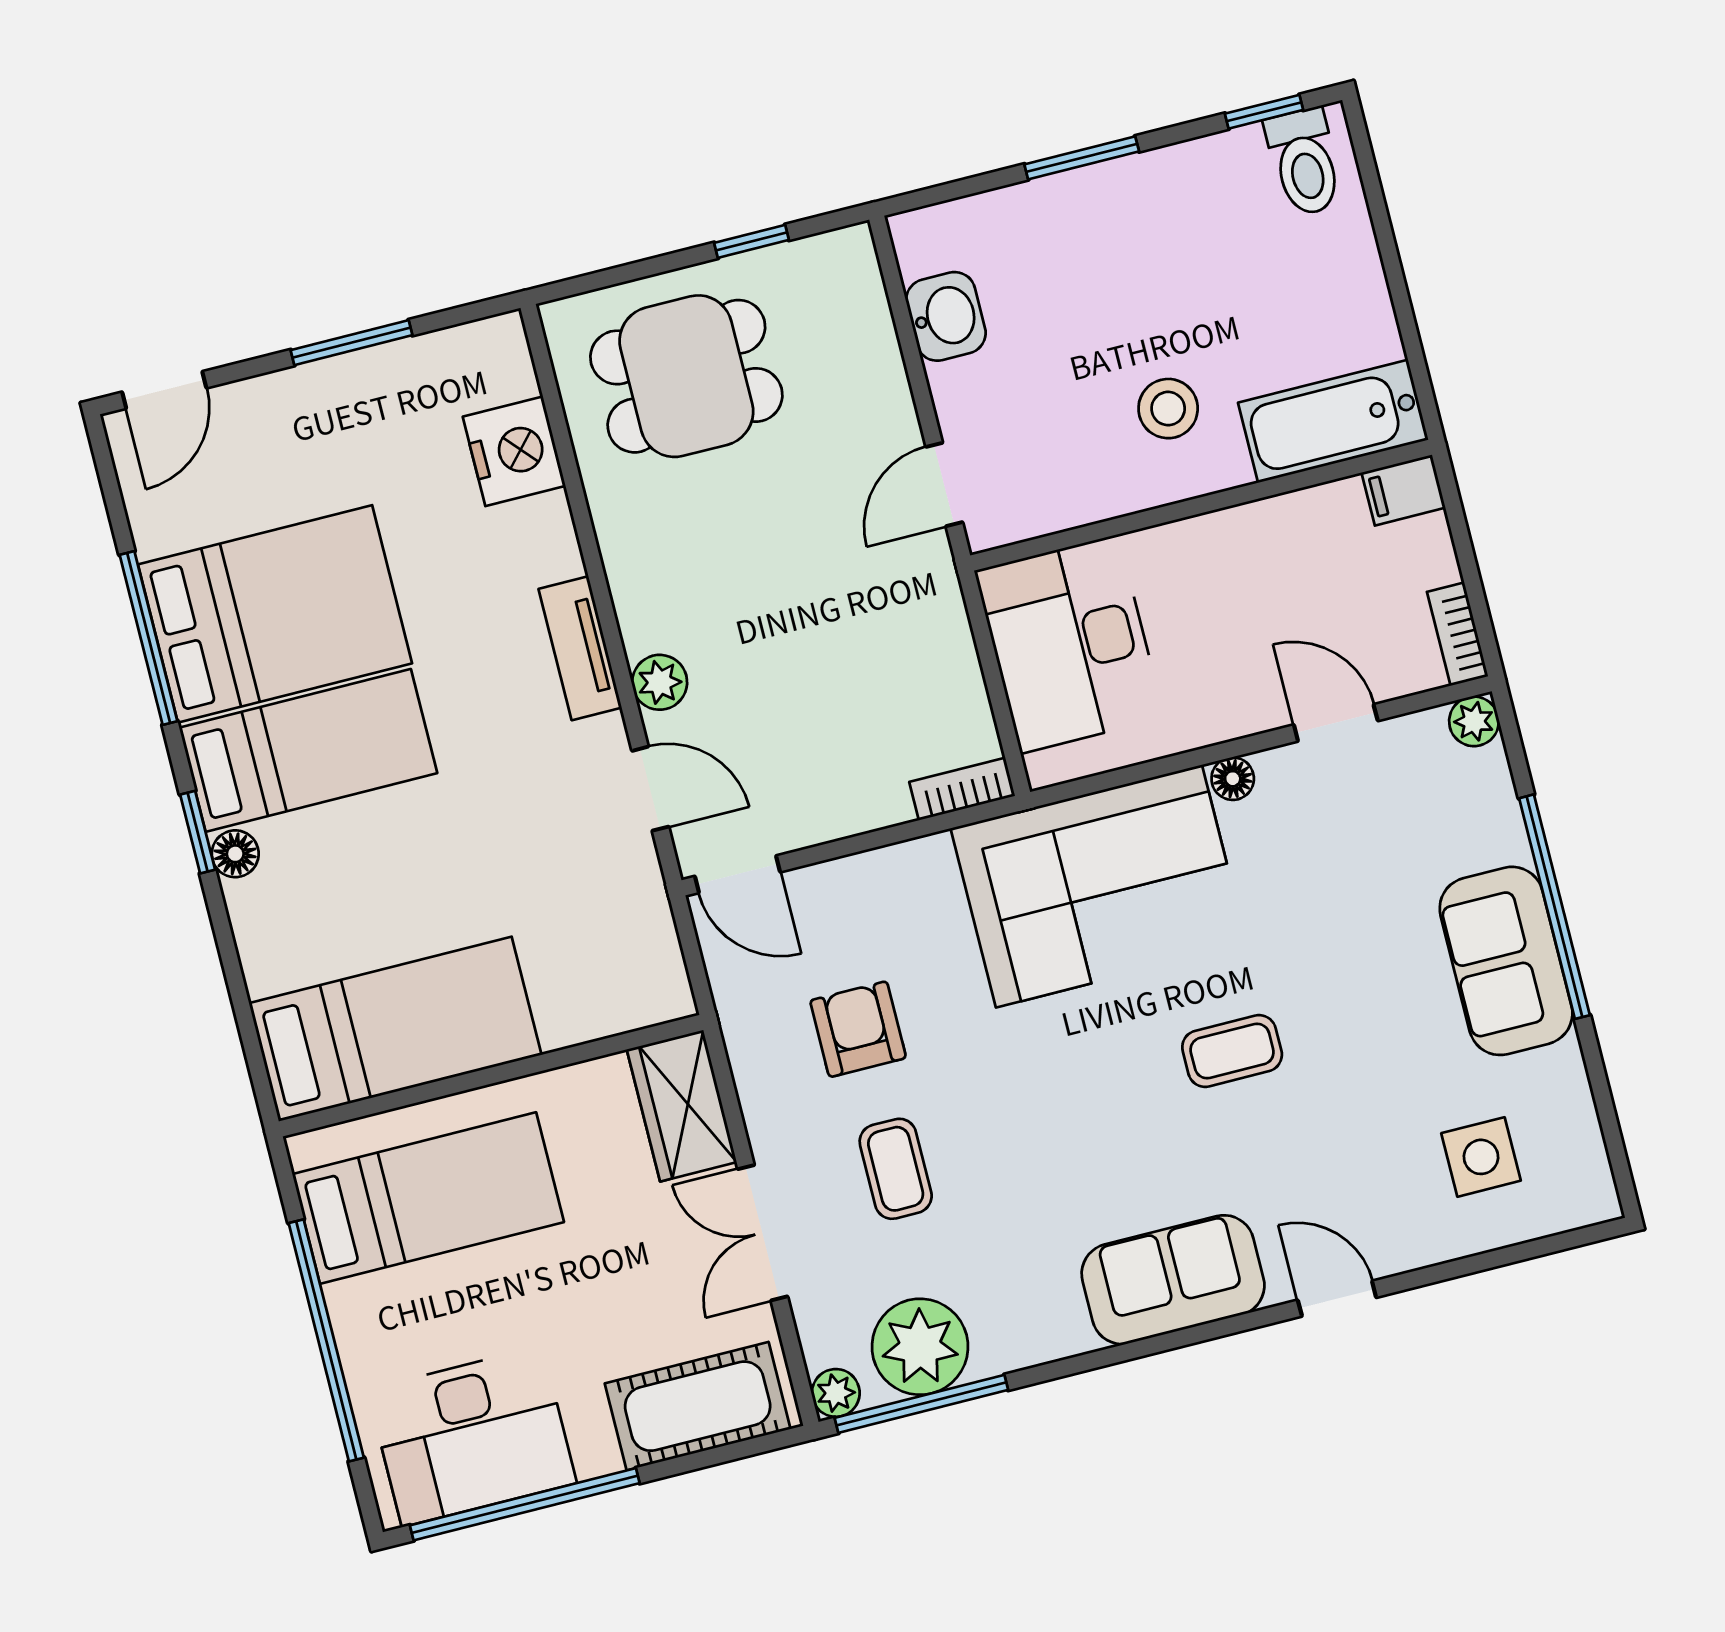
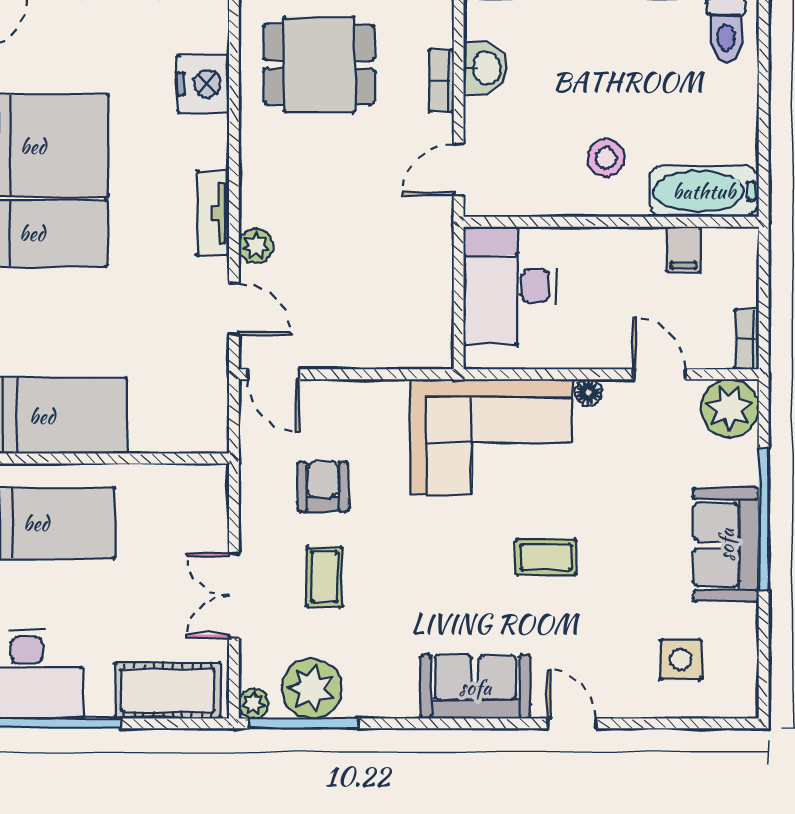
filing cabinet: (1403, 490) -> (683, 249), moved, turned -90
plant: (1474, 721) -> (730, 408), width x1.88, depth x1.88
bookcase: (962, 789) -> (441, 80), moved, turned -90
wardrobe: (682, 1106) -> (204, 506), removed

